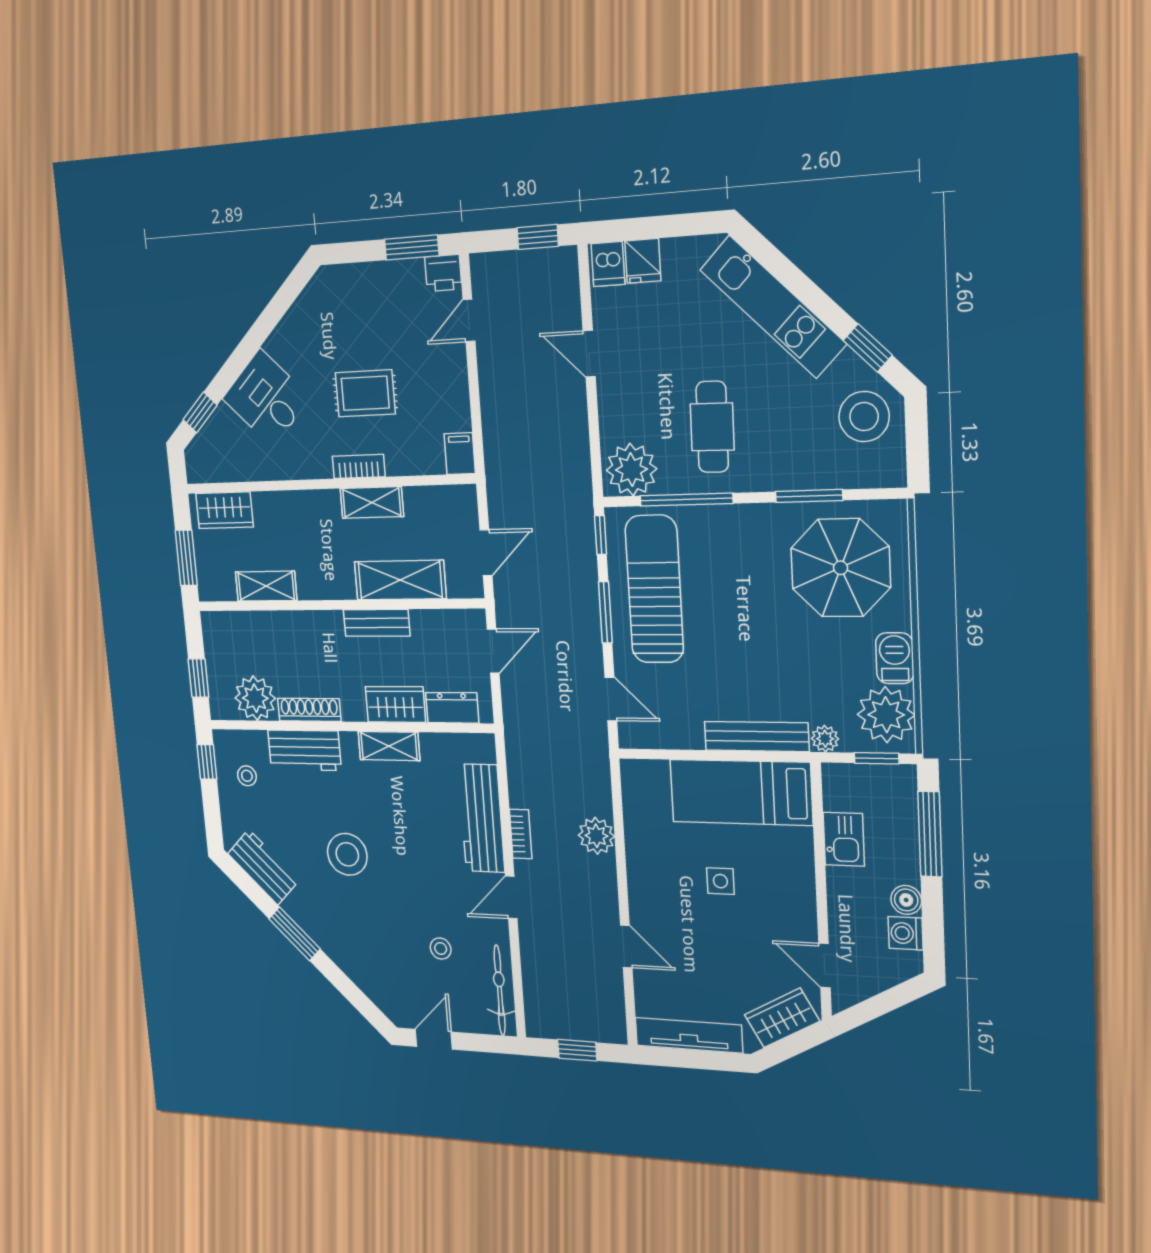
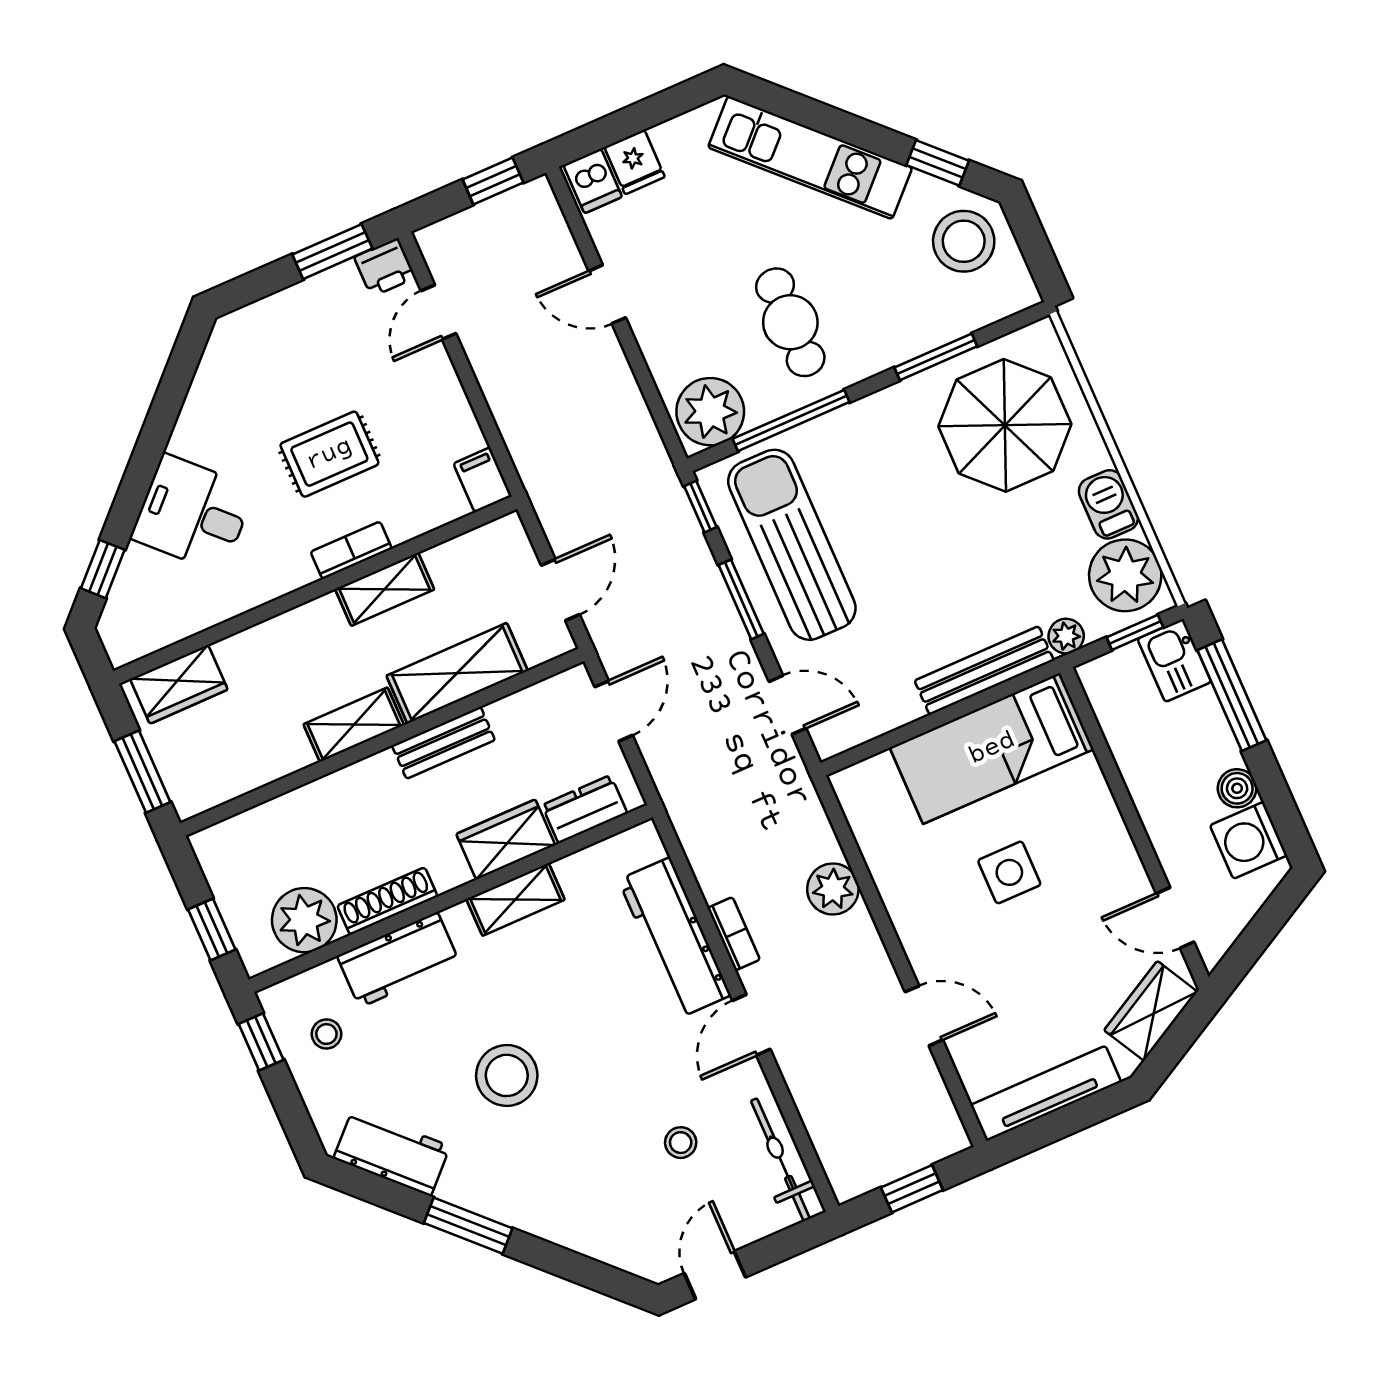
shelving: (266, 586) -> (354, 725), moved
kitchen sink: (844, 839) -> (1174, 660), moved, turned 180
side table: (720, 881) -> (1009, 872), width x1.37, depth x1.37
washing machine: (906, 933) -> (1249, 840), width x1.38, depth x1.38

